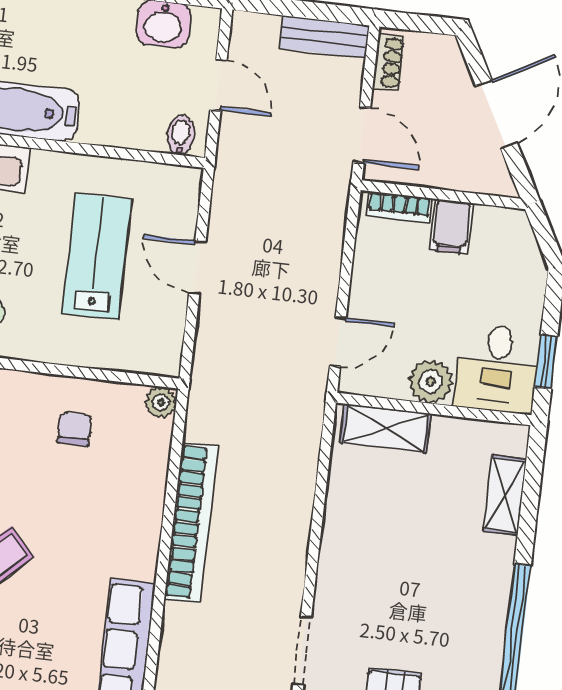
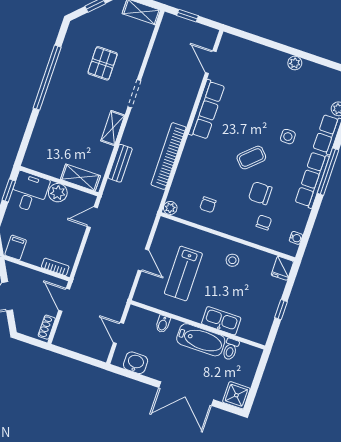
bench: (324, 37) -> (120, 163), moved, turned 90
bidet: (181, 135) -> (163, 324), moved
filing cabinet: (451, 227) -> (16, 248), moved
shelving: (505, 495) -> (113, 128), moved

